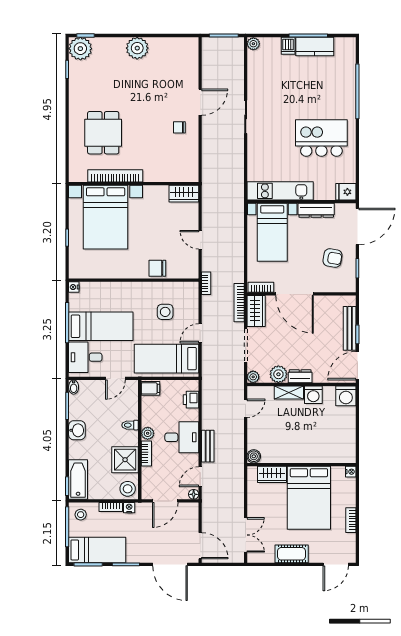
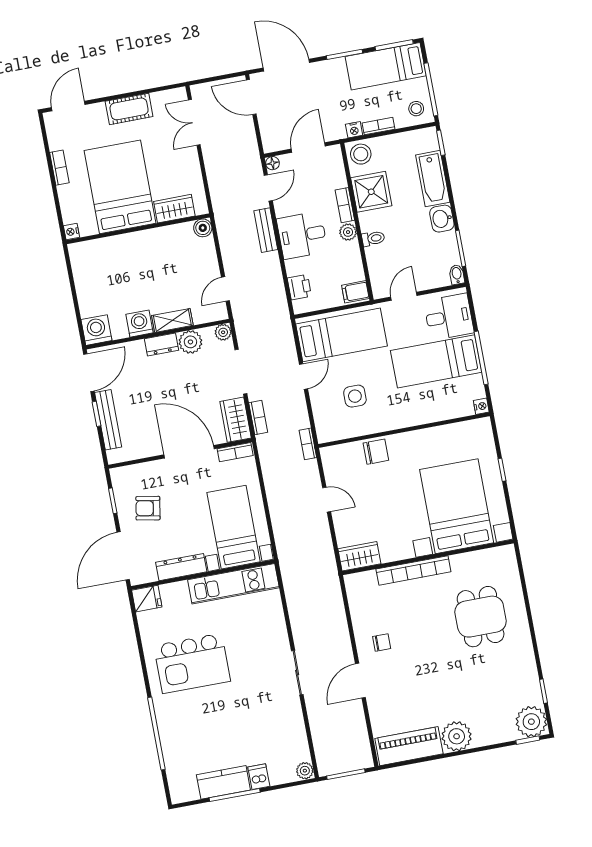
piano: (174, 47) -> (409, 746), added
bookcase: (115, 176) -> (413, 570), moved
bookcase: (239, 303) -> (258, 417), width x0.64
bathtub: (78, 480) -> (433, 179), moved

